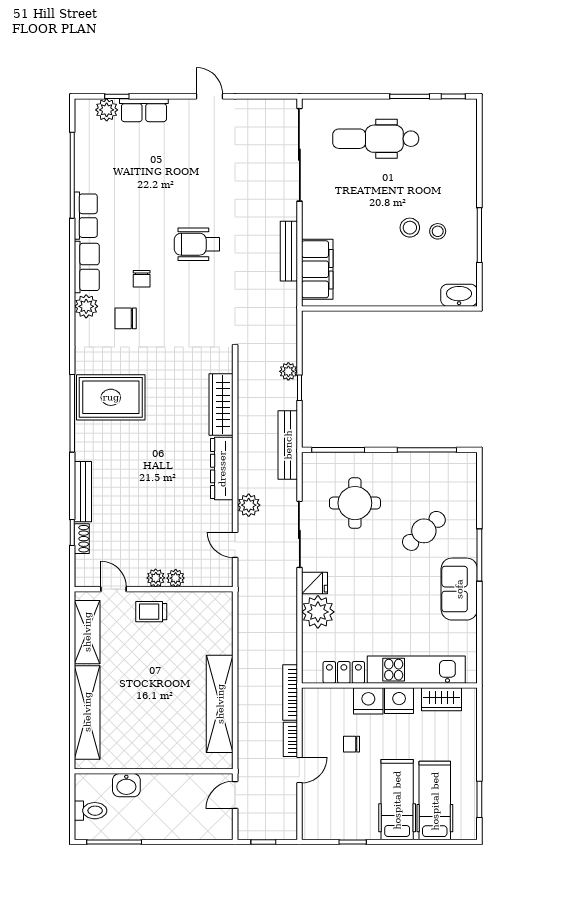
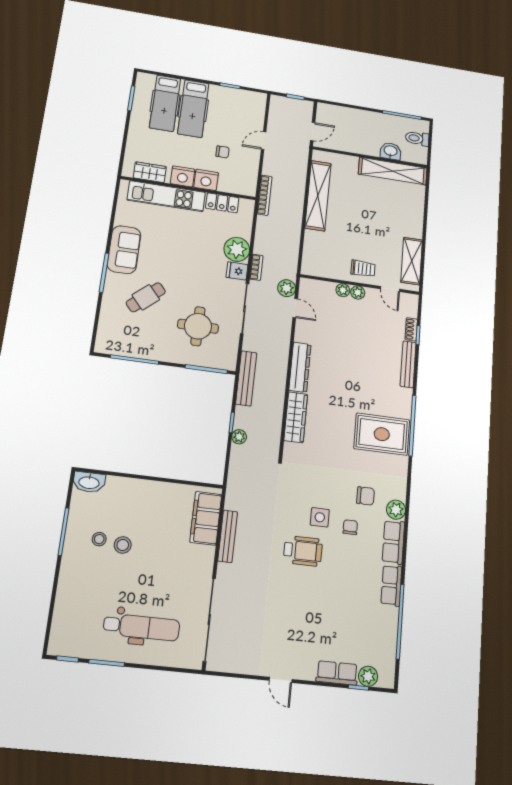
side table: (180, 286) -> (320, 517), added
plant: (249, 505) -> (287, 288), moved
shelving: (87, 712) -> (393, 171), moved, turned 90
bookcase: (290, 739) -> (256, 267), moved

